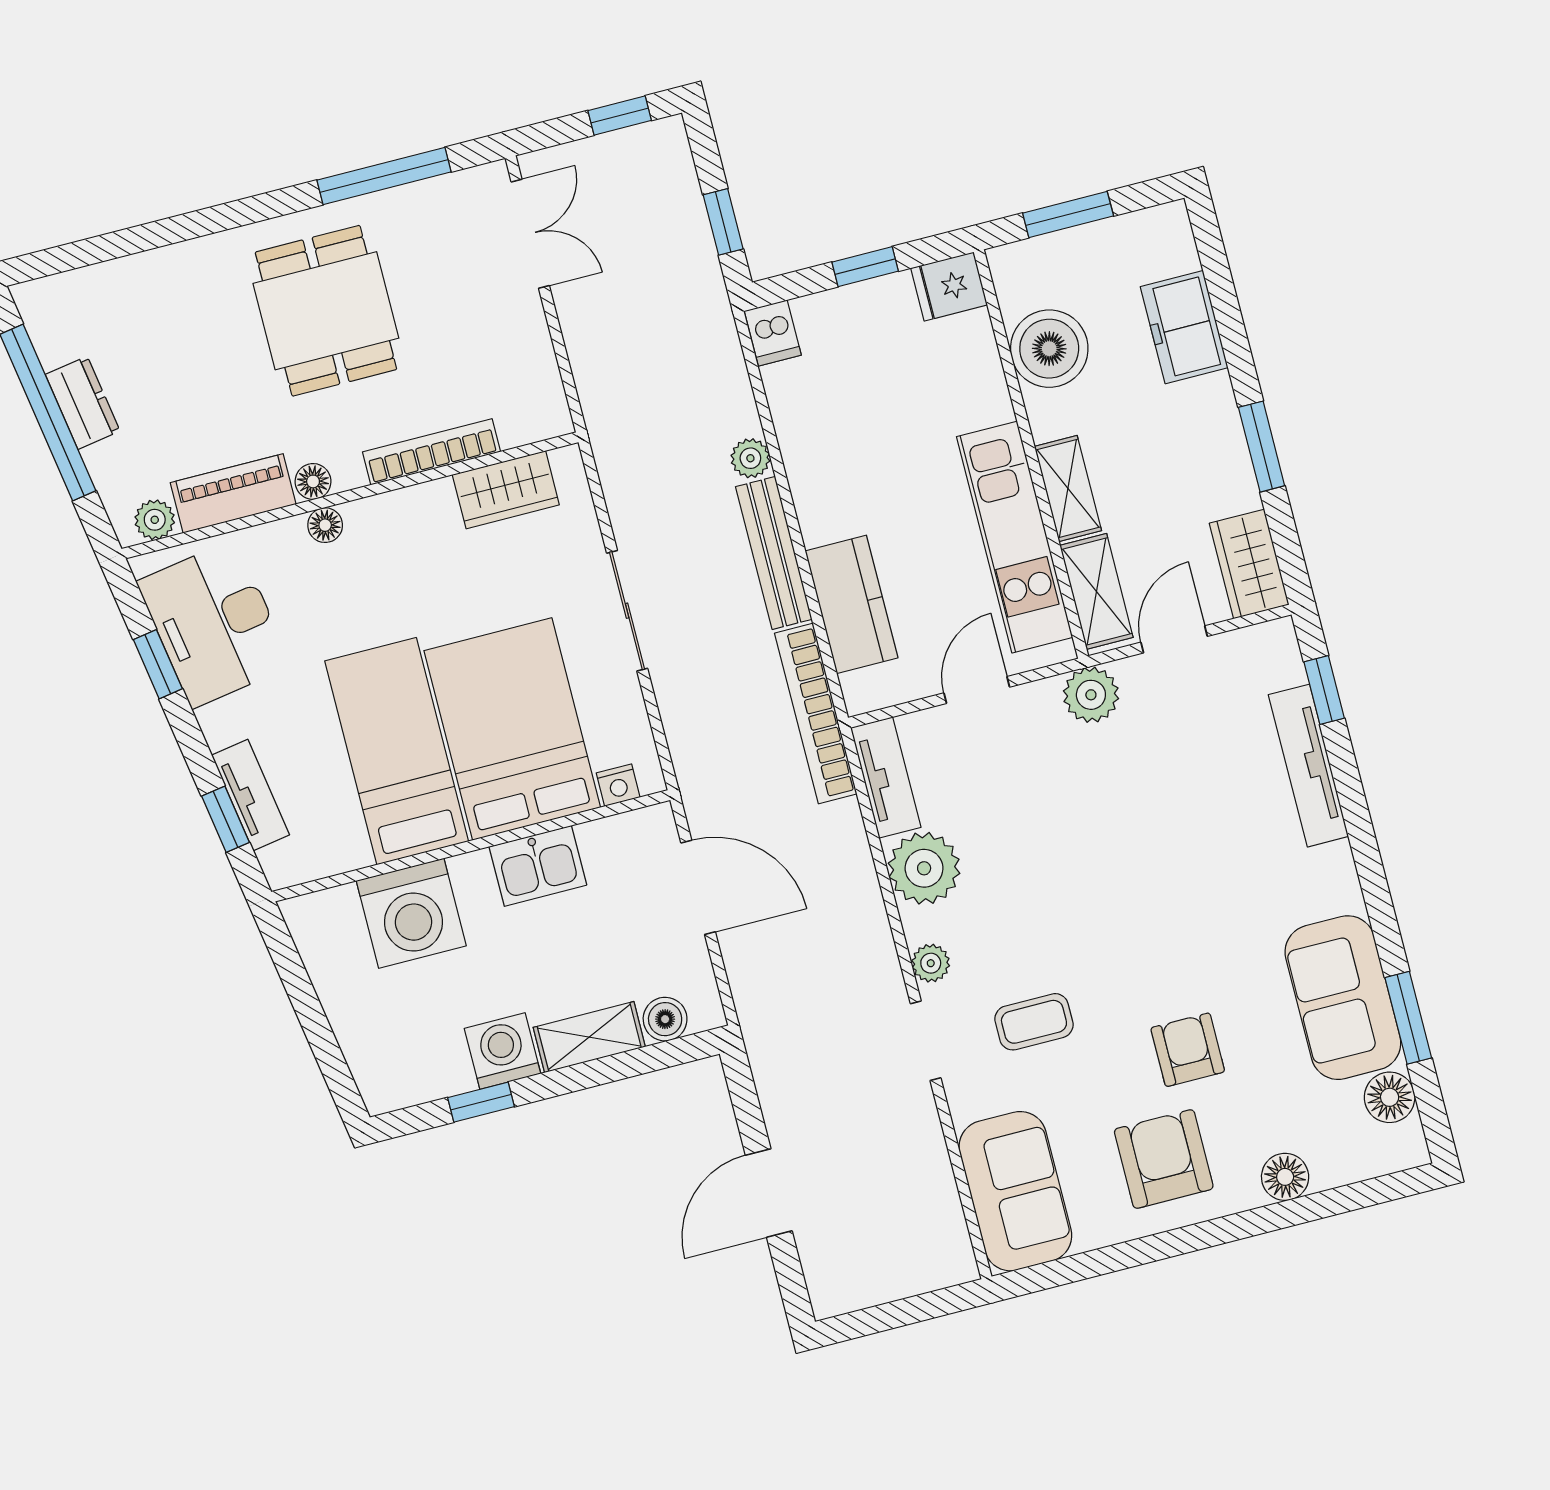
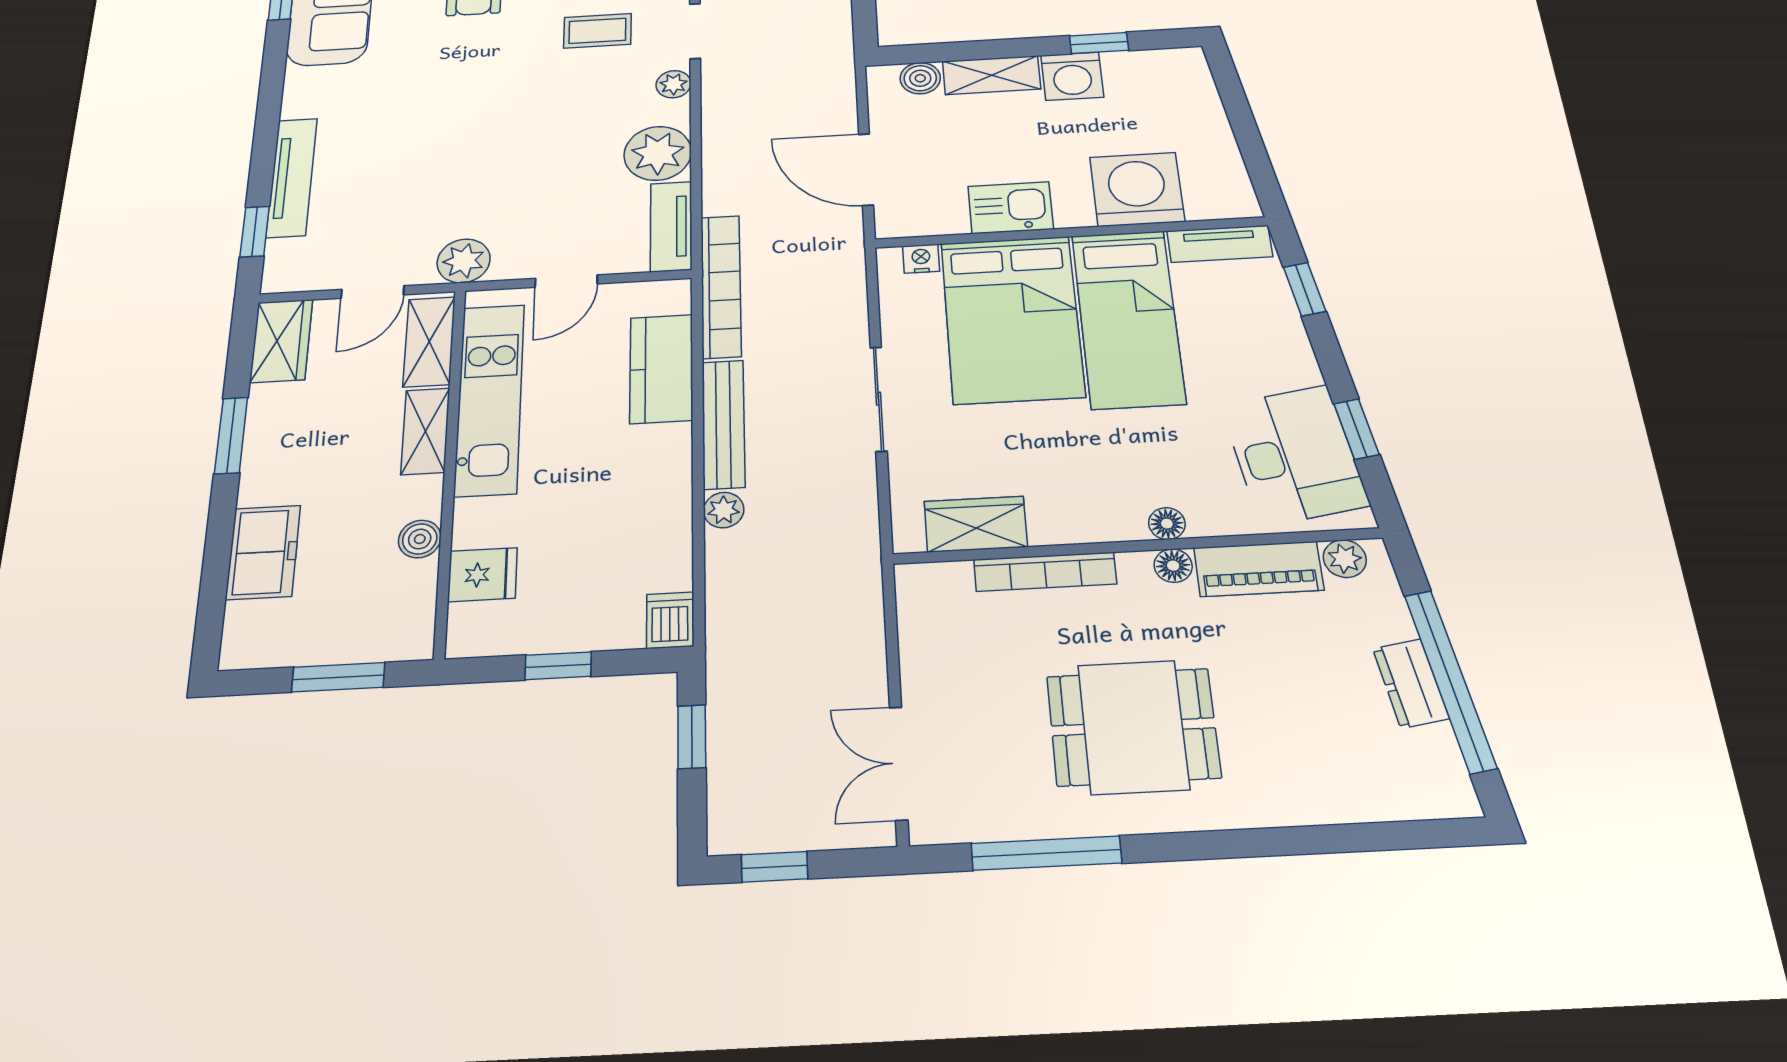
fridge: (949, 287) -> (482, 575), moved
dining table: (326, 311) -> (1133, 727), turned 90
boiler: (1049, 349) -> (420, 539), width x0.54, depth x0.54
tv unit: (250, 795) -> (1220, 244), moved, turned -81

